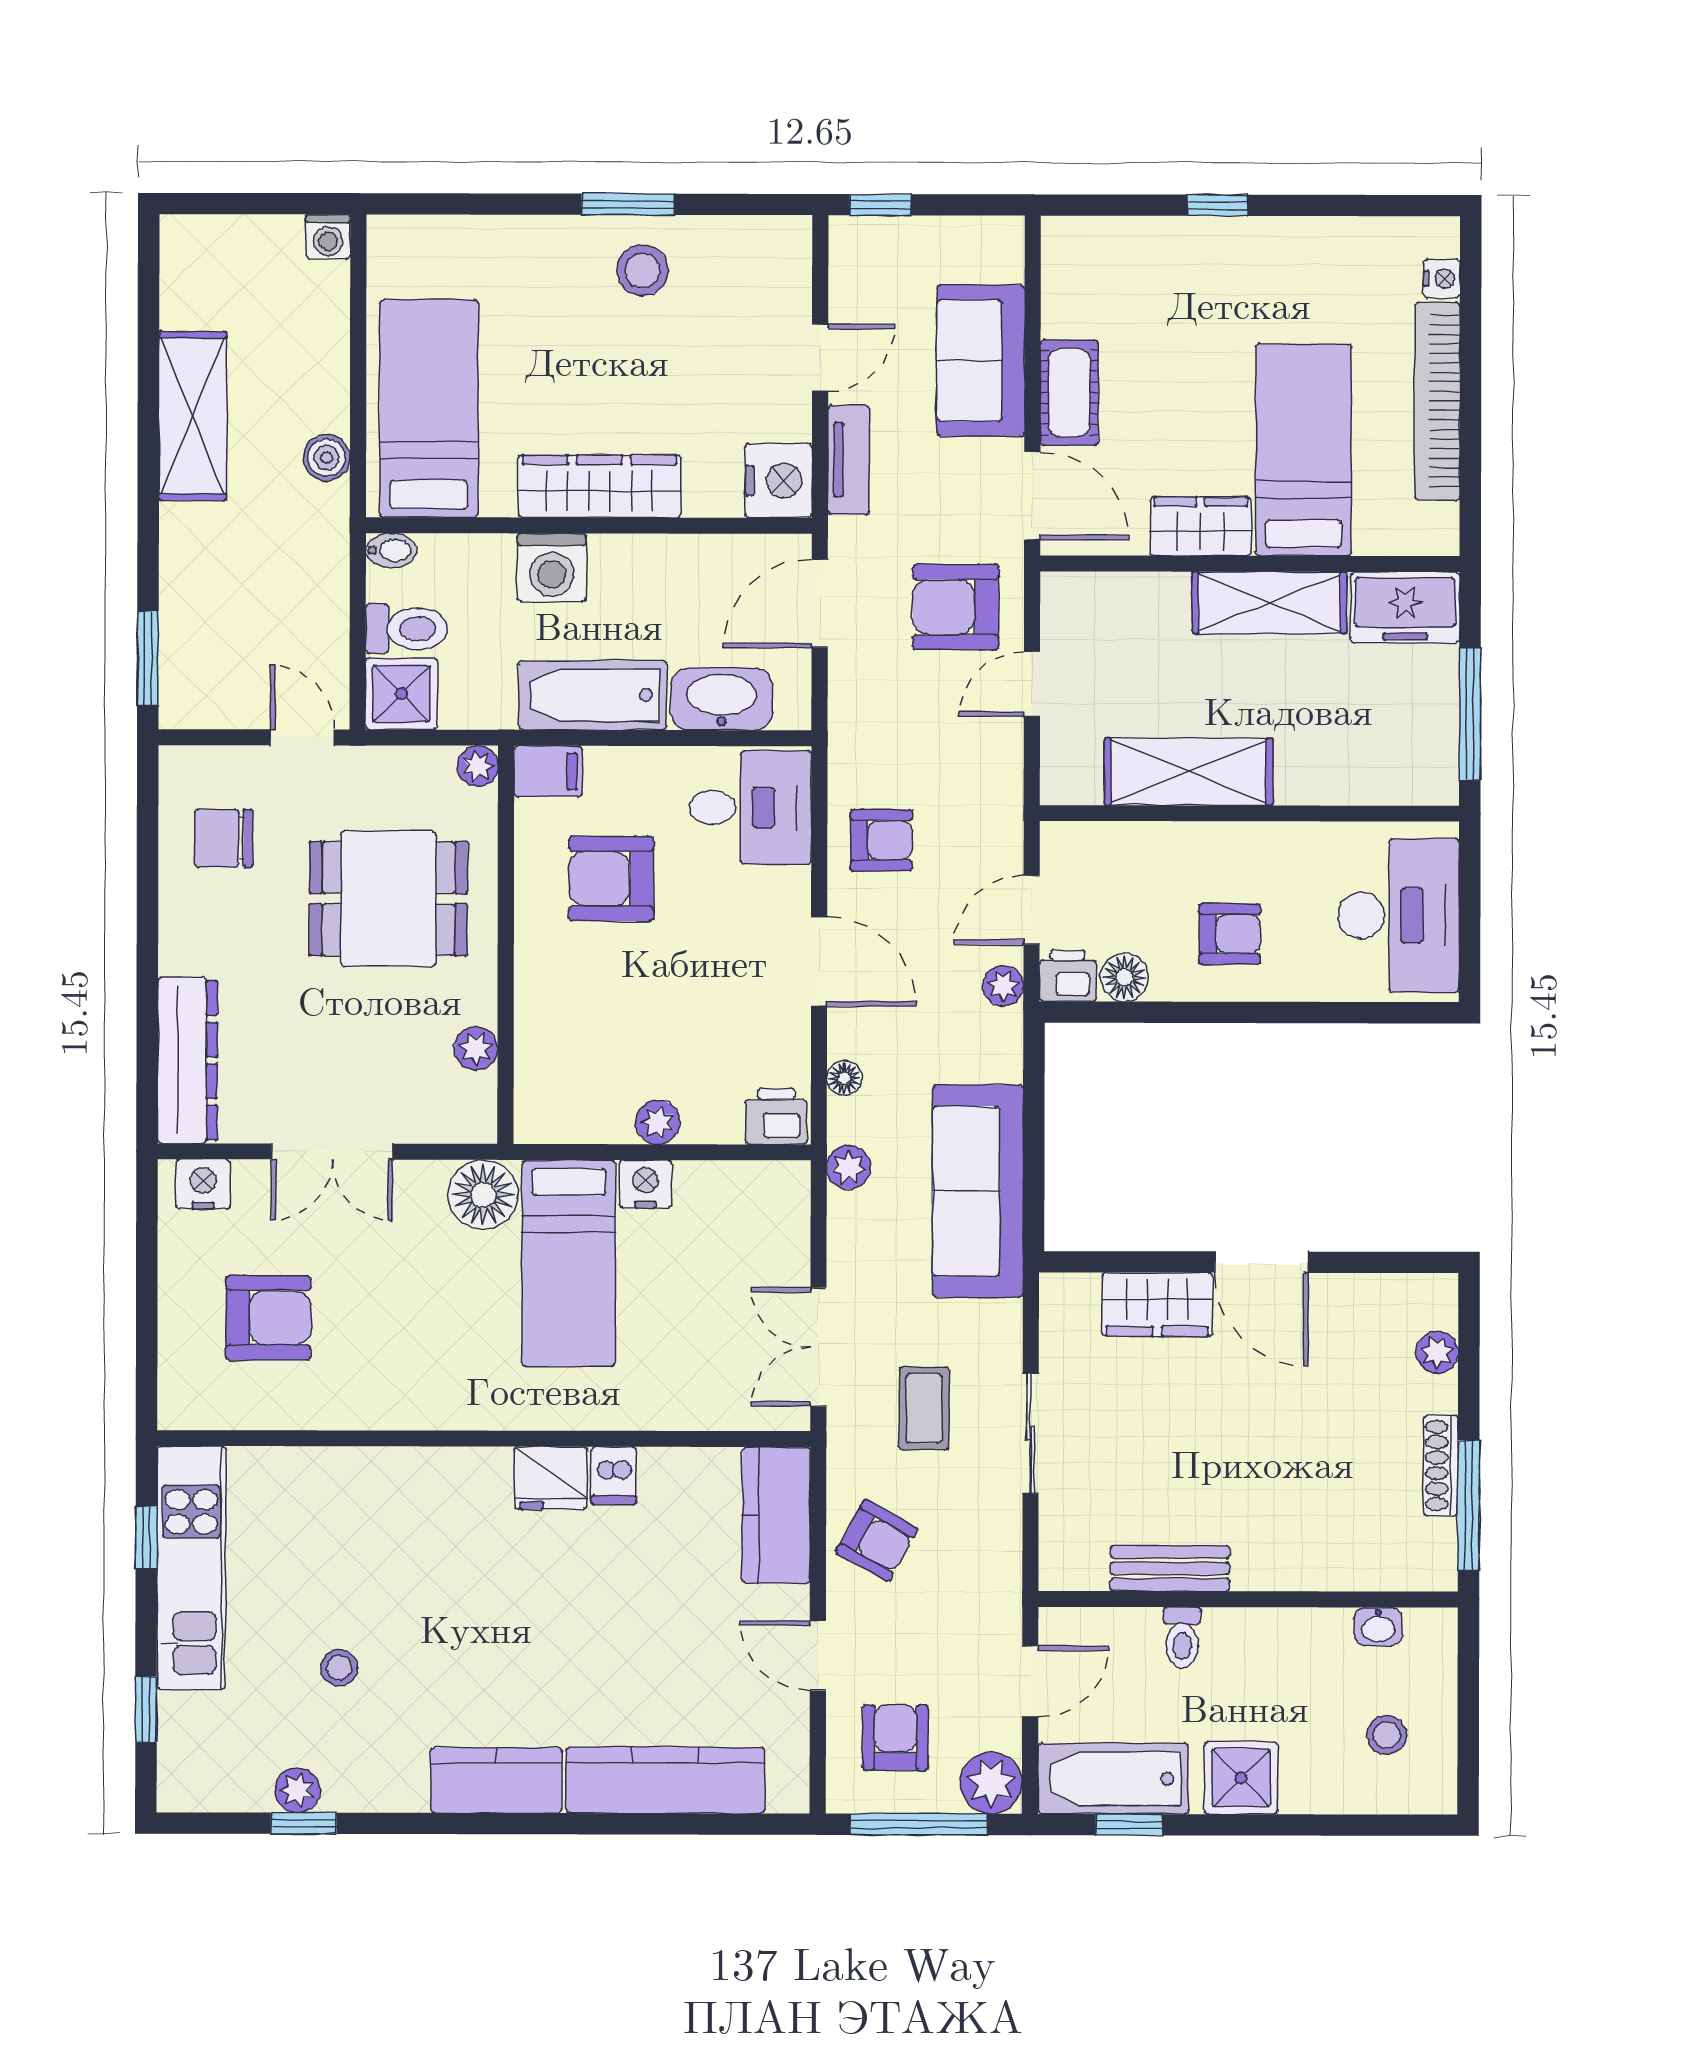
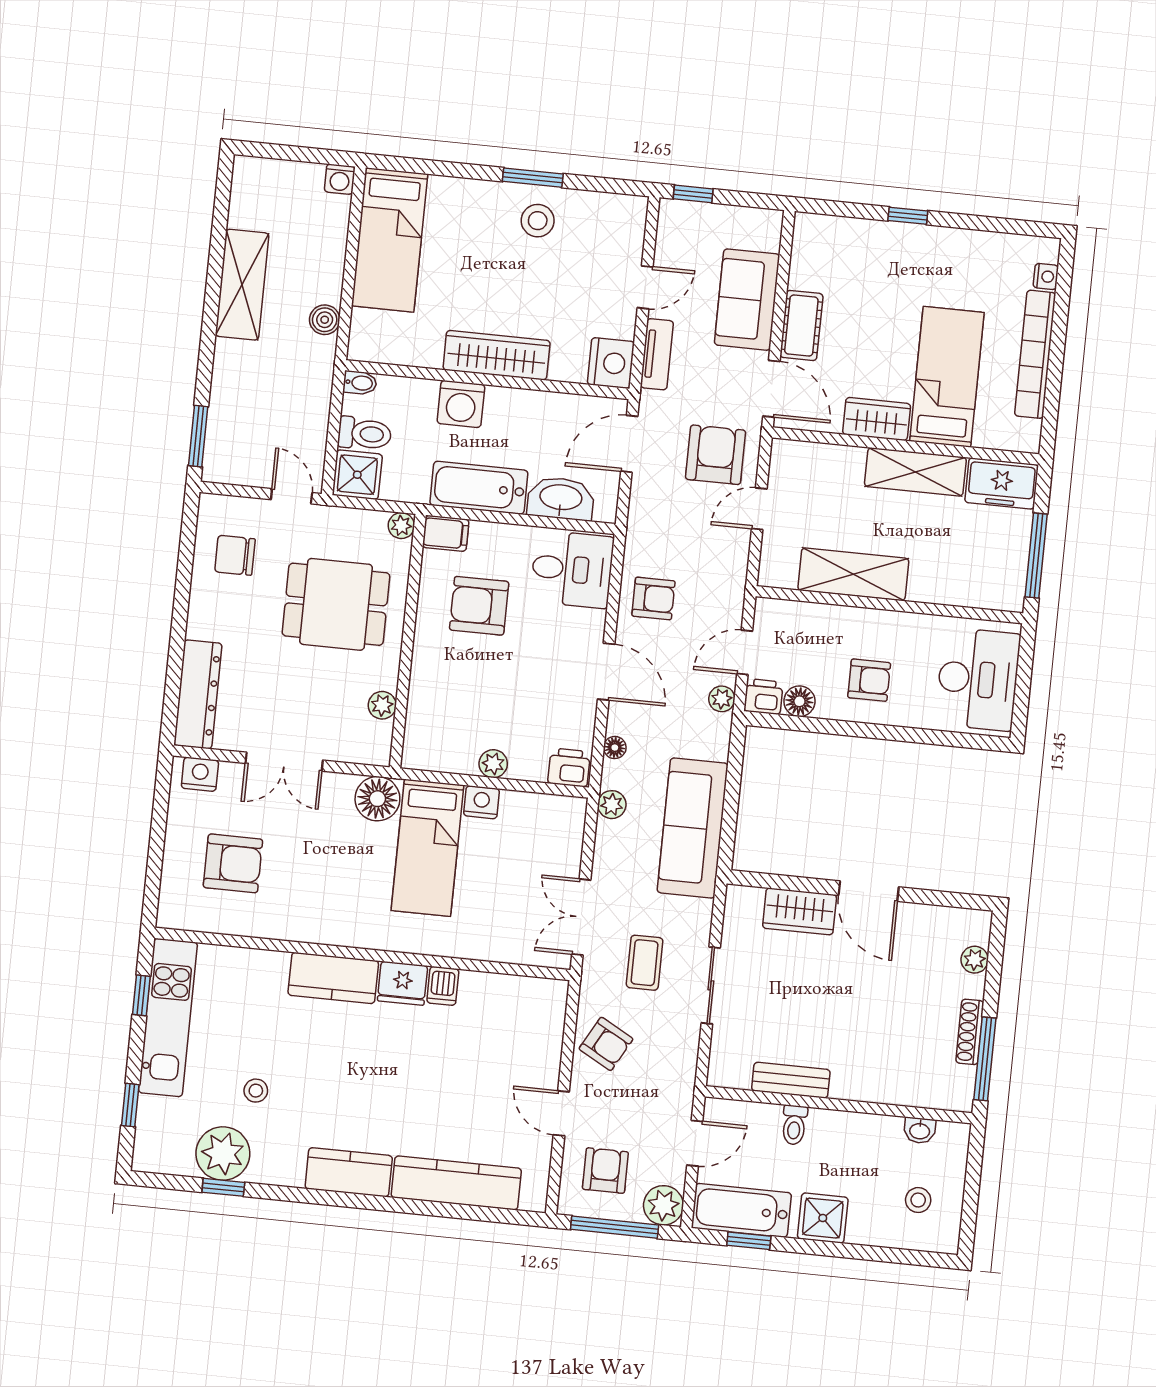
bed: (429, 408) -> (390, 240), moved, turned 180
armchair: (956, 607) -> (716, 455), turned 90
kitchen counter: (776, 1515) -> (333, 978), moved, turned -90
plant: (298, 1790) -> (223, 1153), width x1.88, depth x1.88

